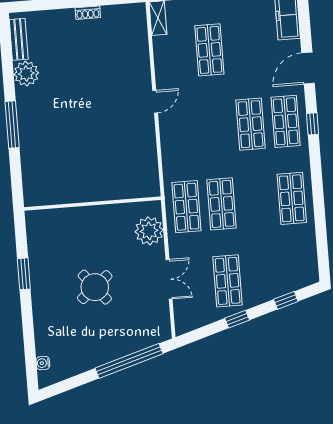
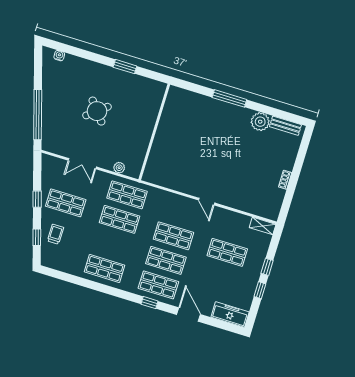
shop shelf: (215, 127) -> (173, 236), added
plant: (149, 231) -> (119, 168), width x0.53, depth x0.53
trolley: (272, 278) -> (56, 234), added

